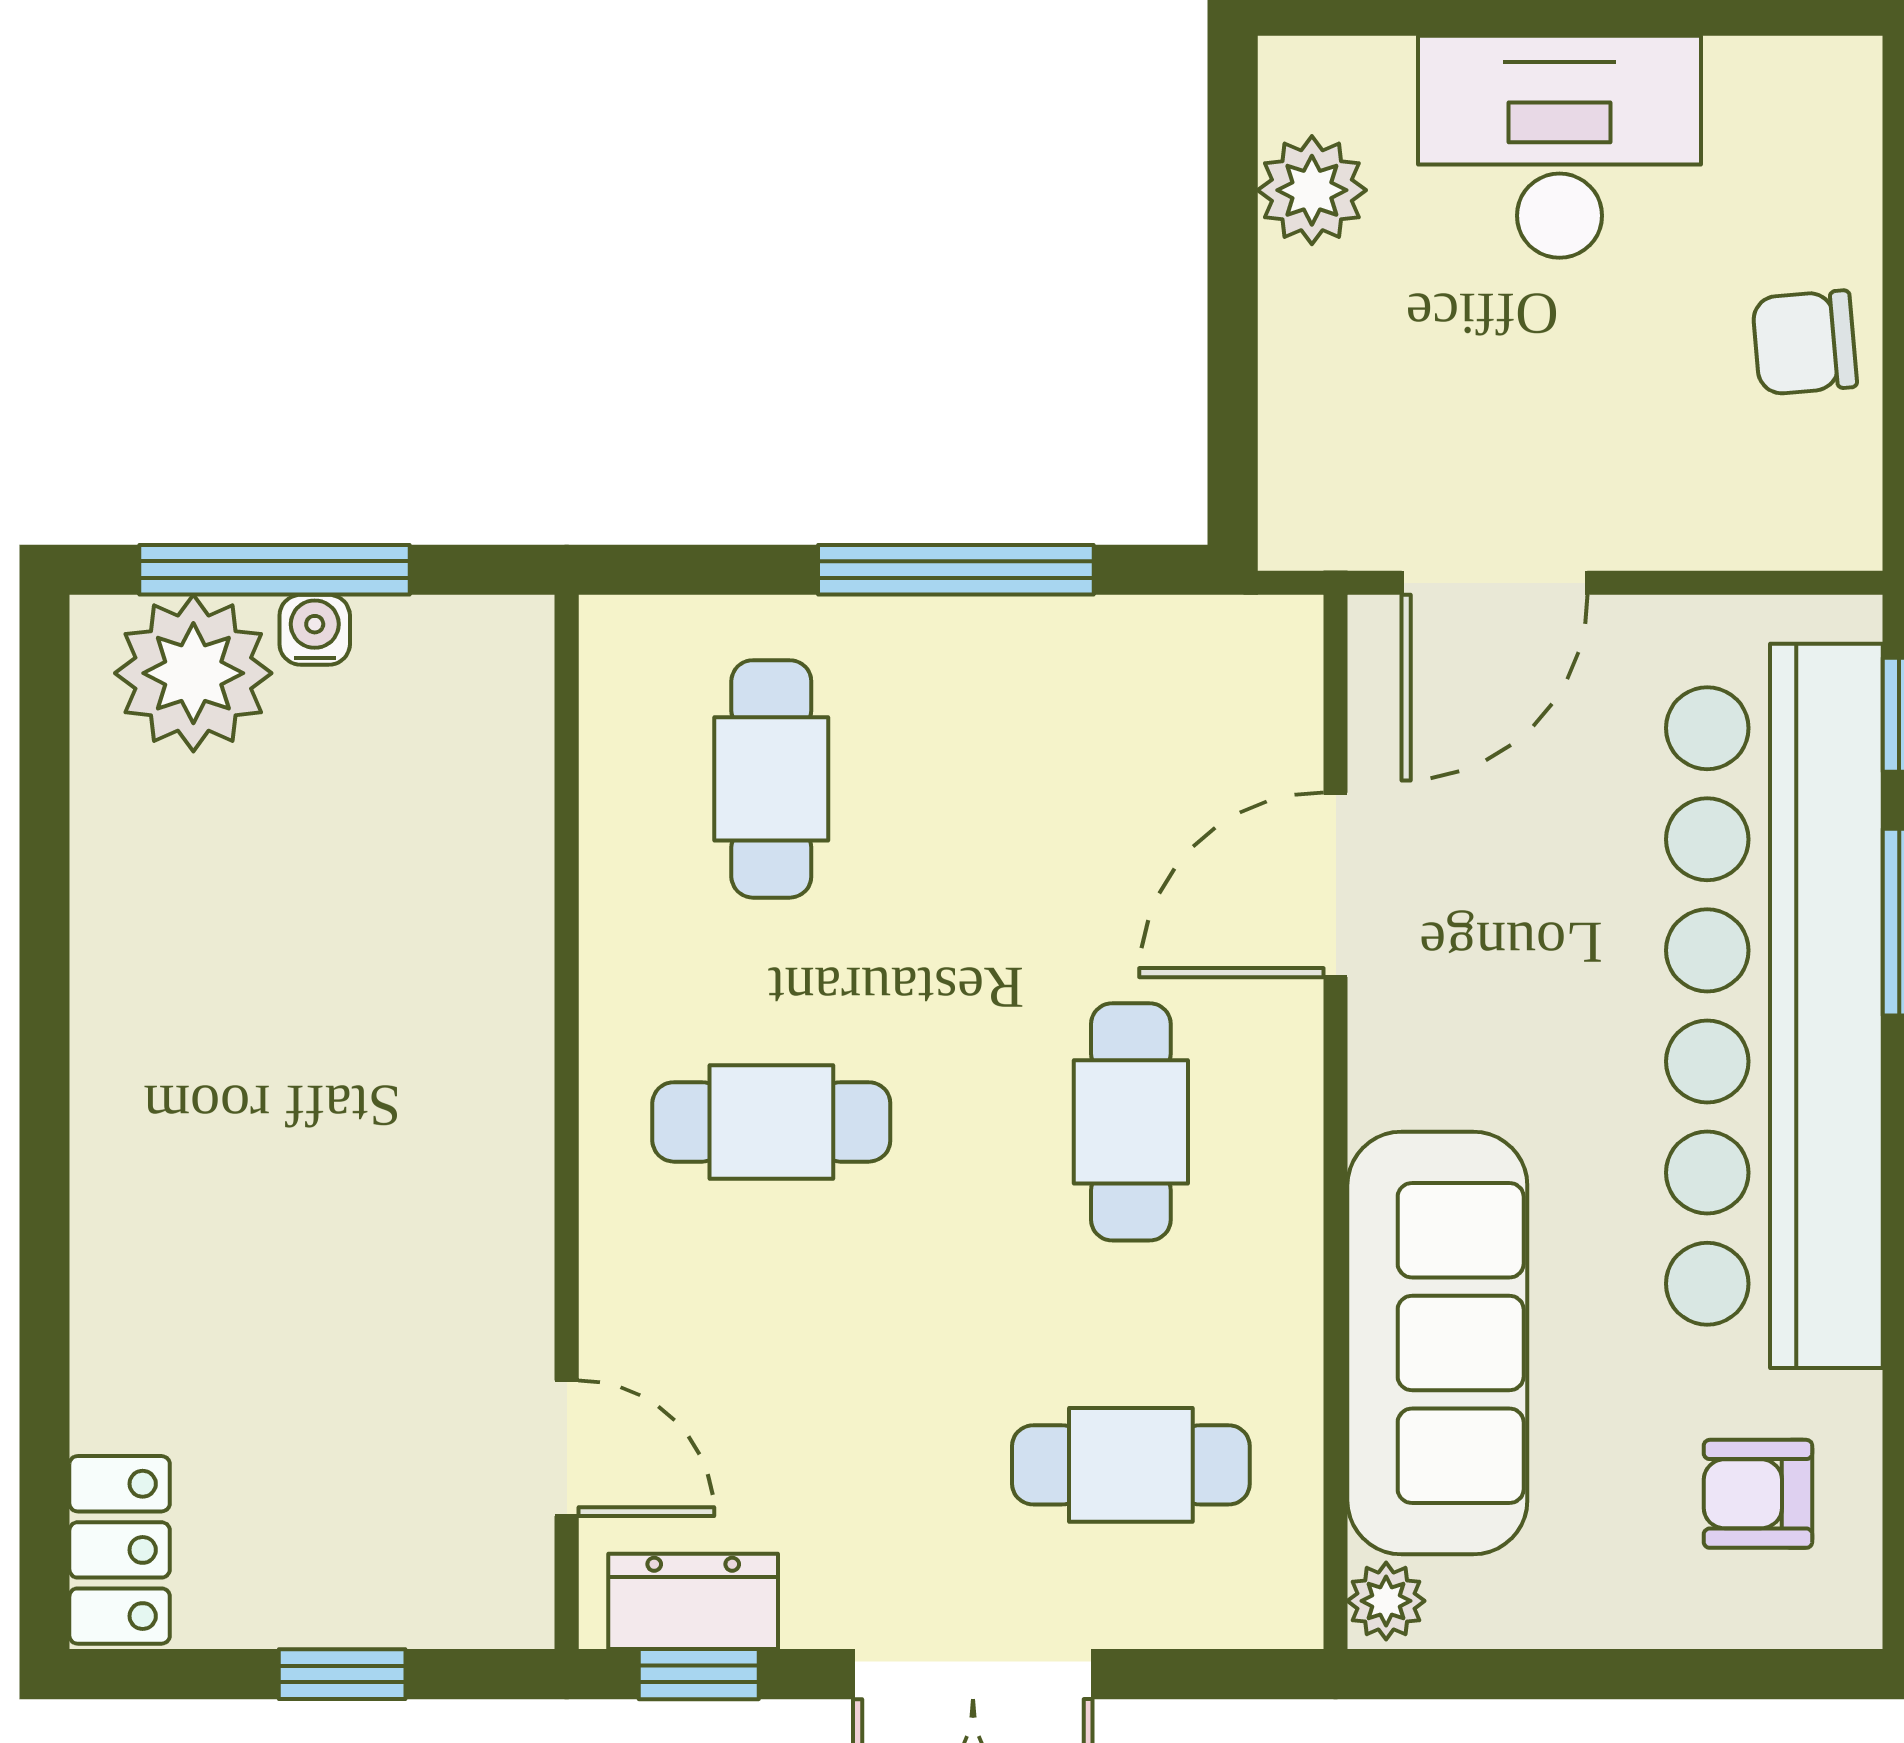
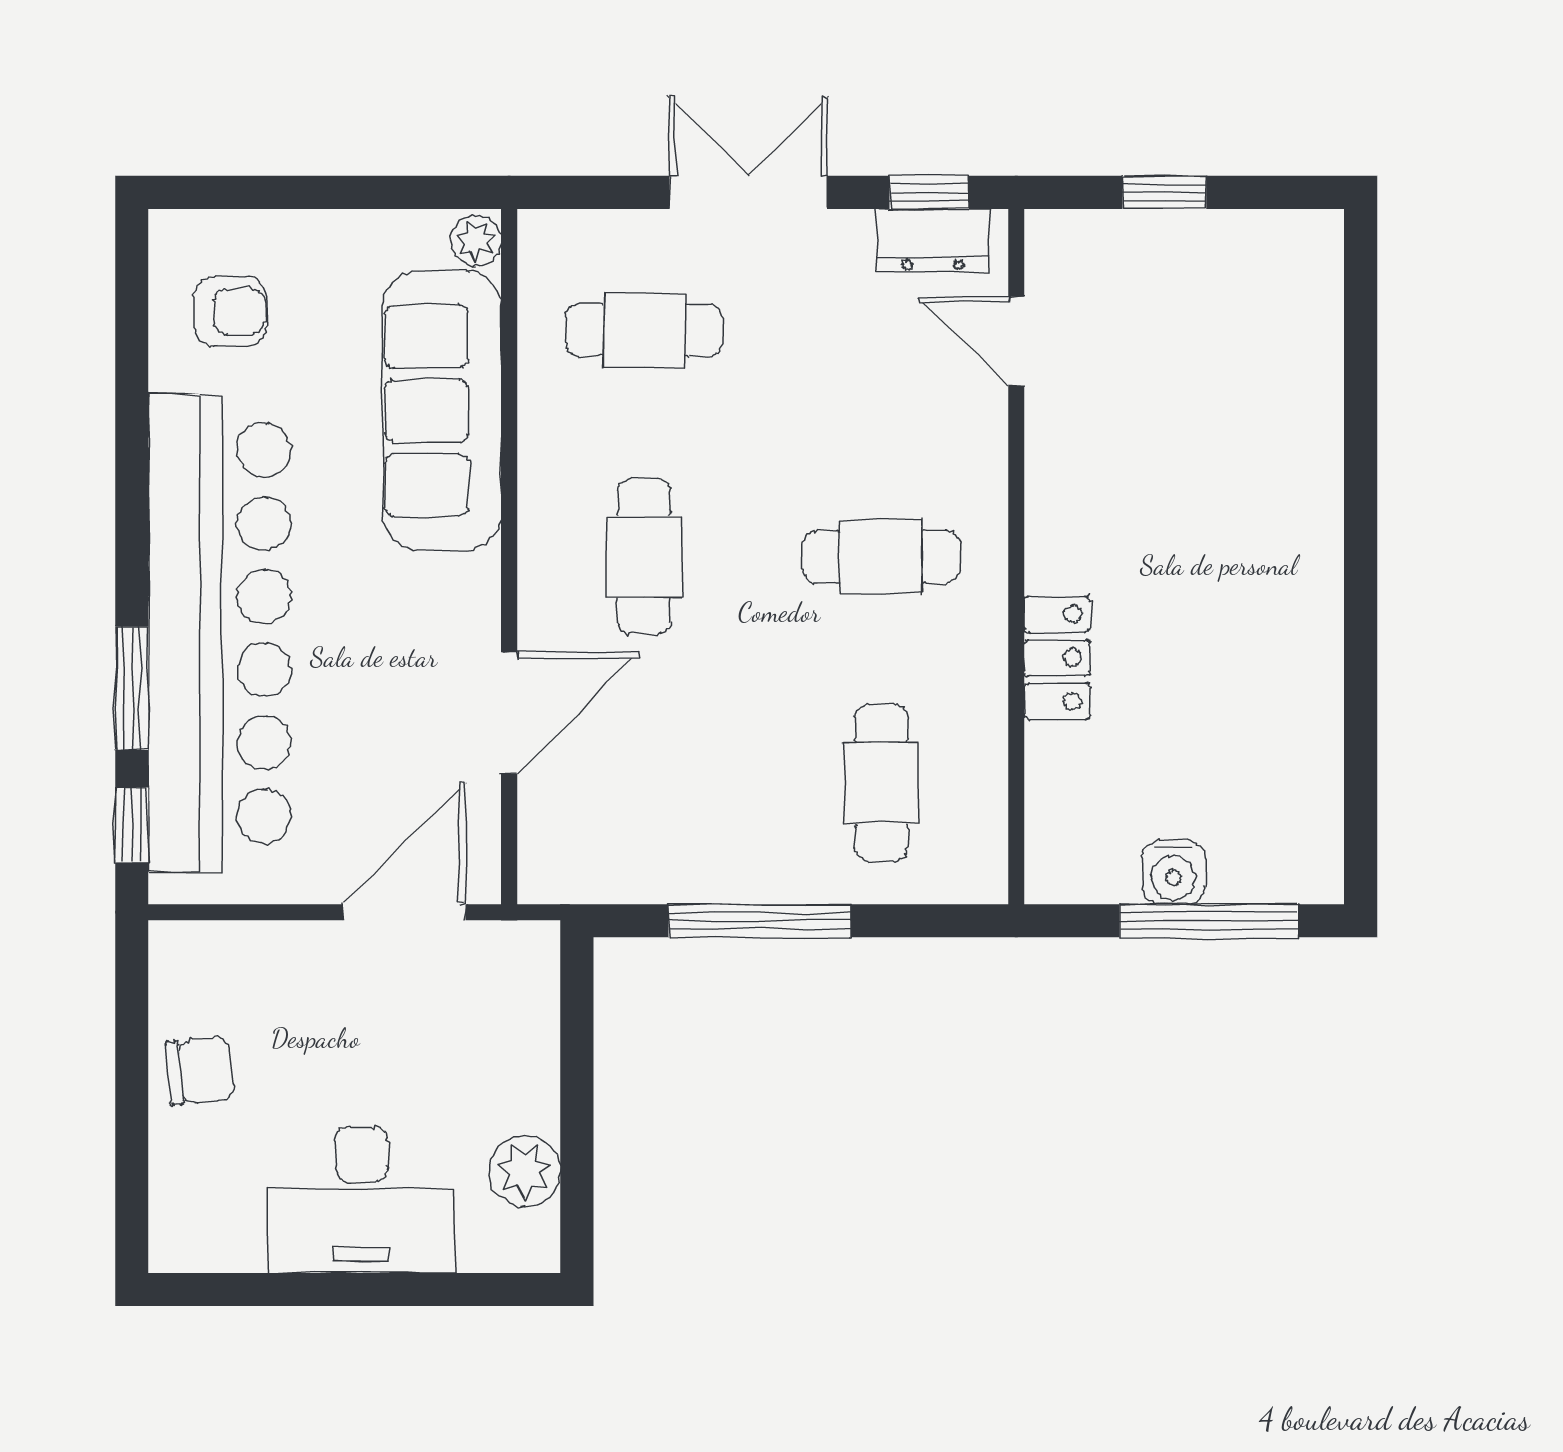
water cooler: (315, 630) -> (1174, 872), width x1.38, depth x1.38
plant: (193, 673) -> (1263, 853), removed
locker: (120, 1550) -> (1057, 658), moved, turned 180

